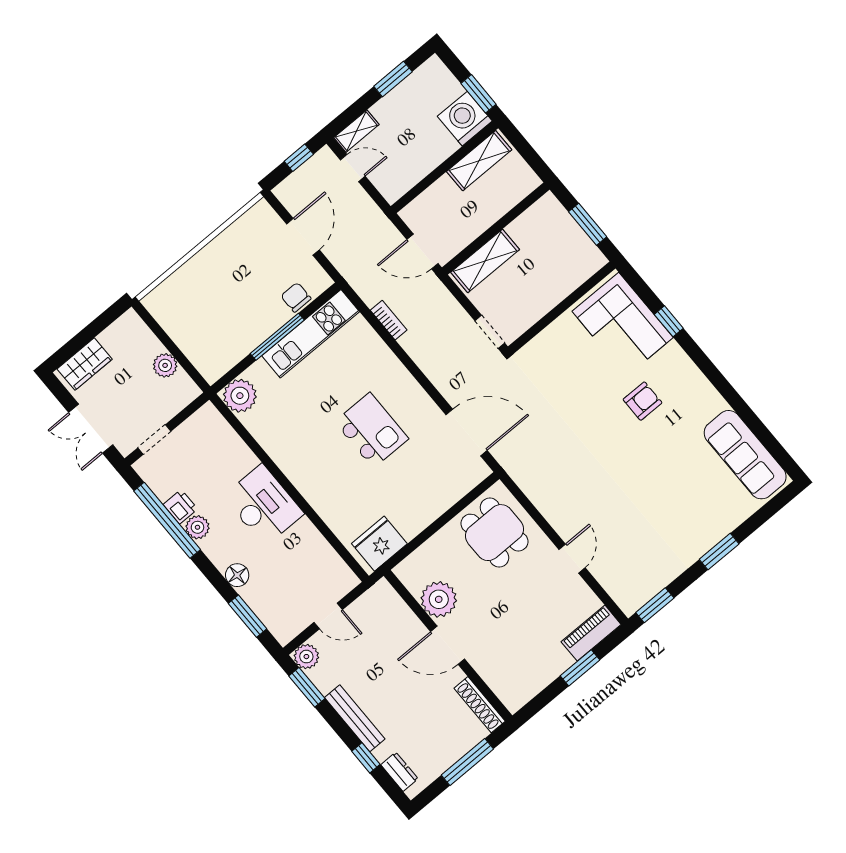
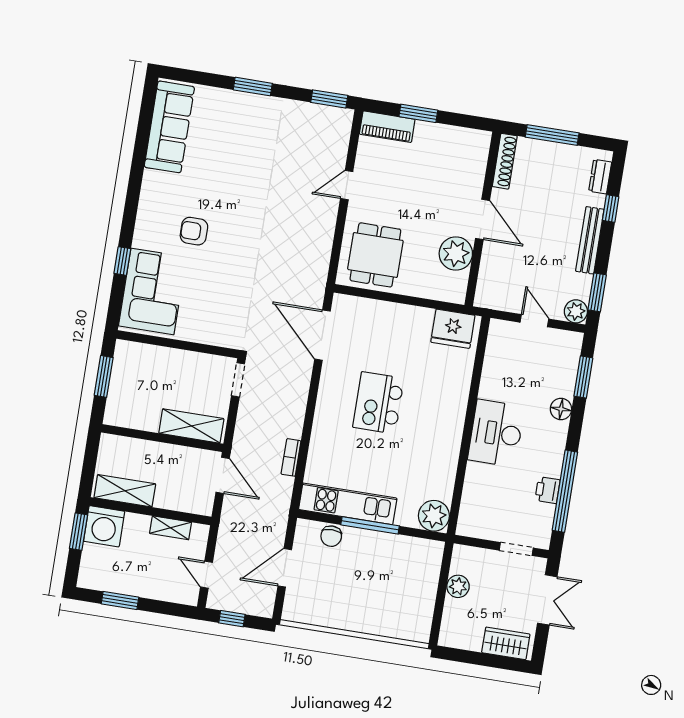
shelving: (356, 131) -> (171, 528), moved
plant: (197, 527) -> (551, 466), removed

